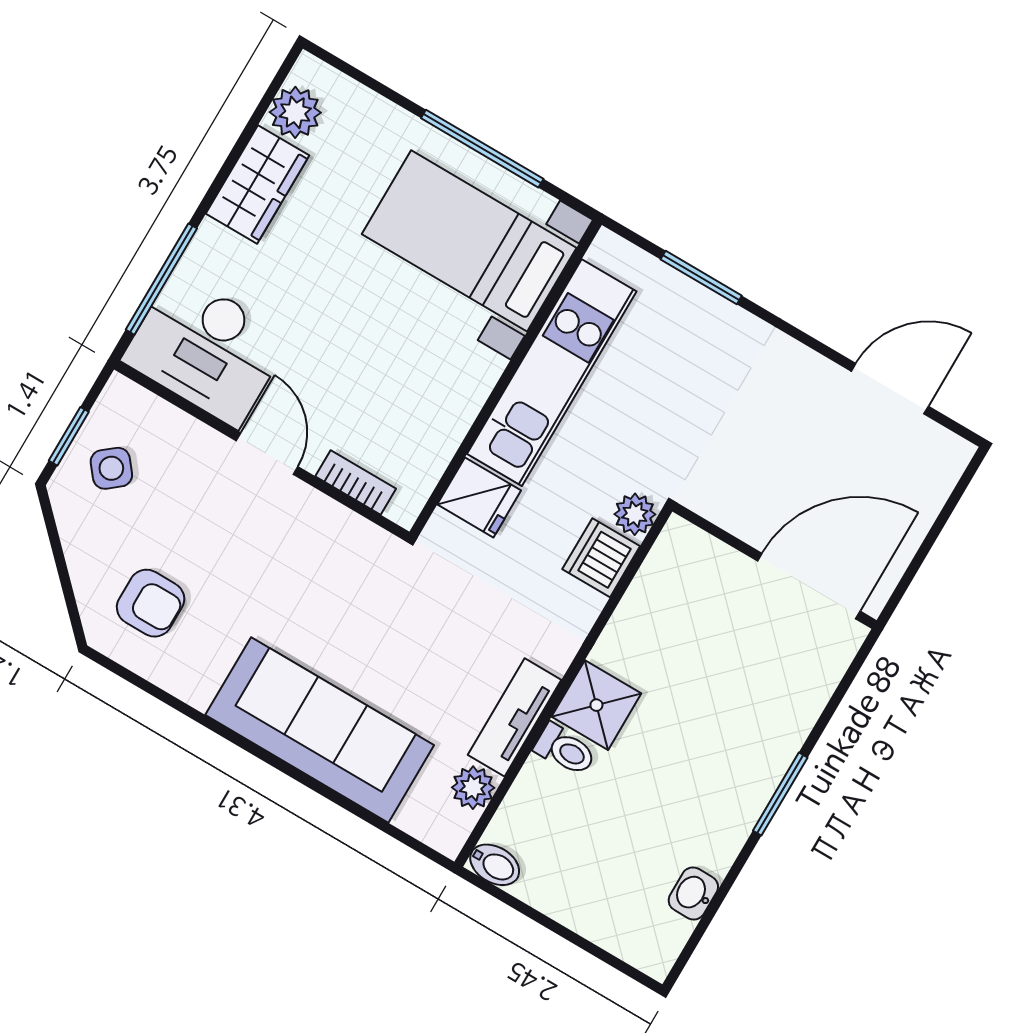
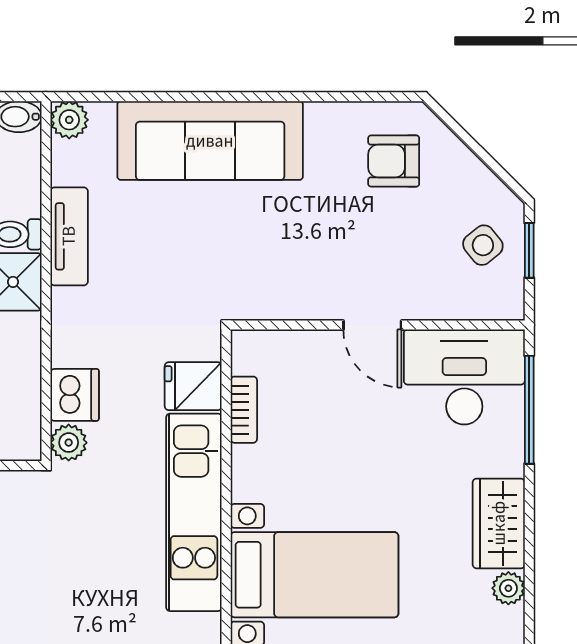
plant: (295, 112) -> (508, 588), width x0.73, depth x0.73
bookcase: (356, 482) -> (244, 410), moved, turned -90
plant: (473, 788) -> (69, 120), moved

